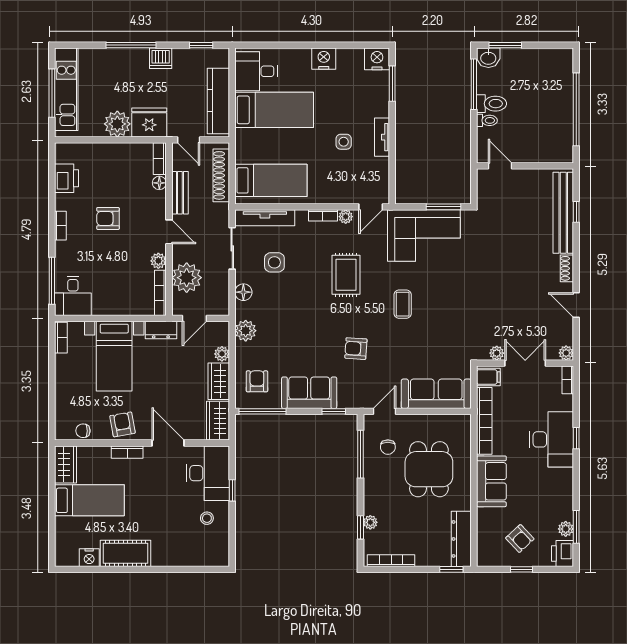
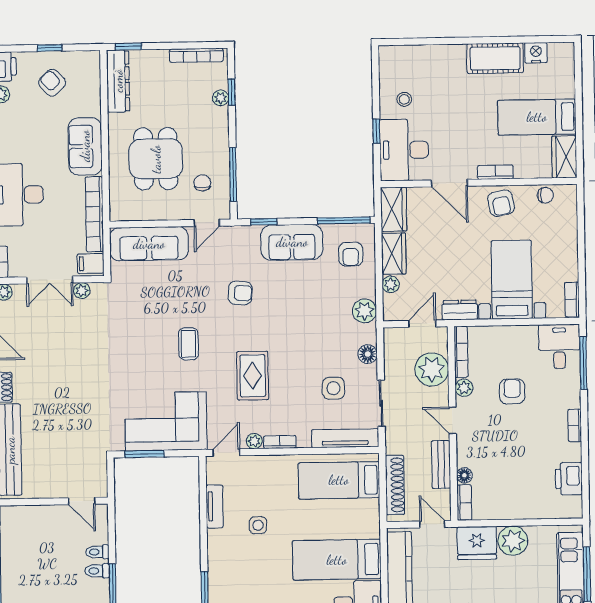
toilet: (492, 104) -> (97, 571), width x0.73, depth x0.72
tv unit: (382, 137) -> (215, 506), moved
armchair: (108, 218) -> (512, 391), moved, turned -90

